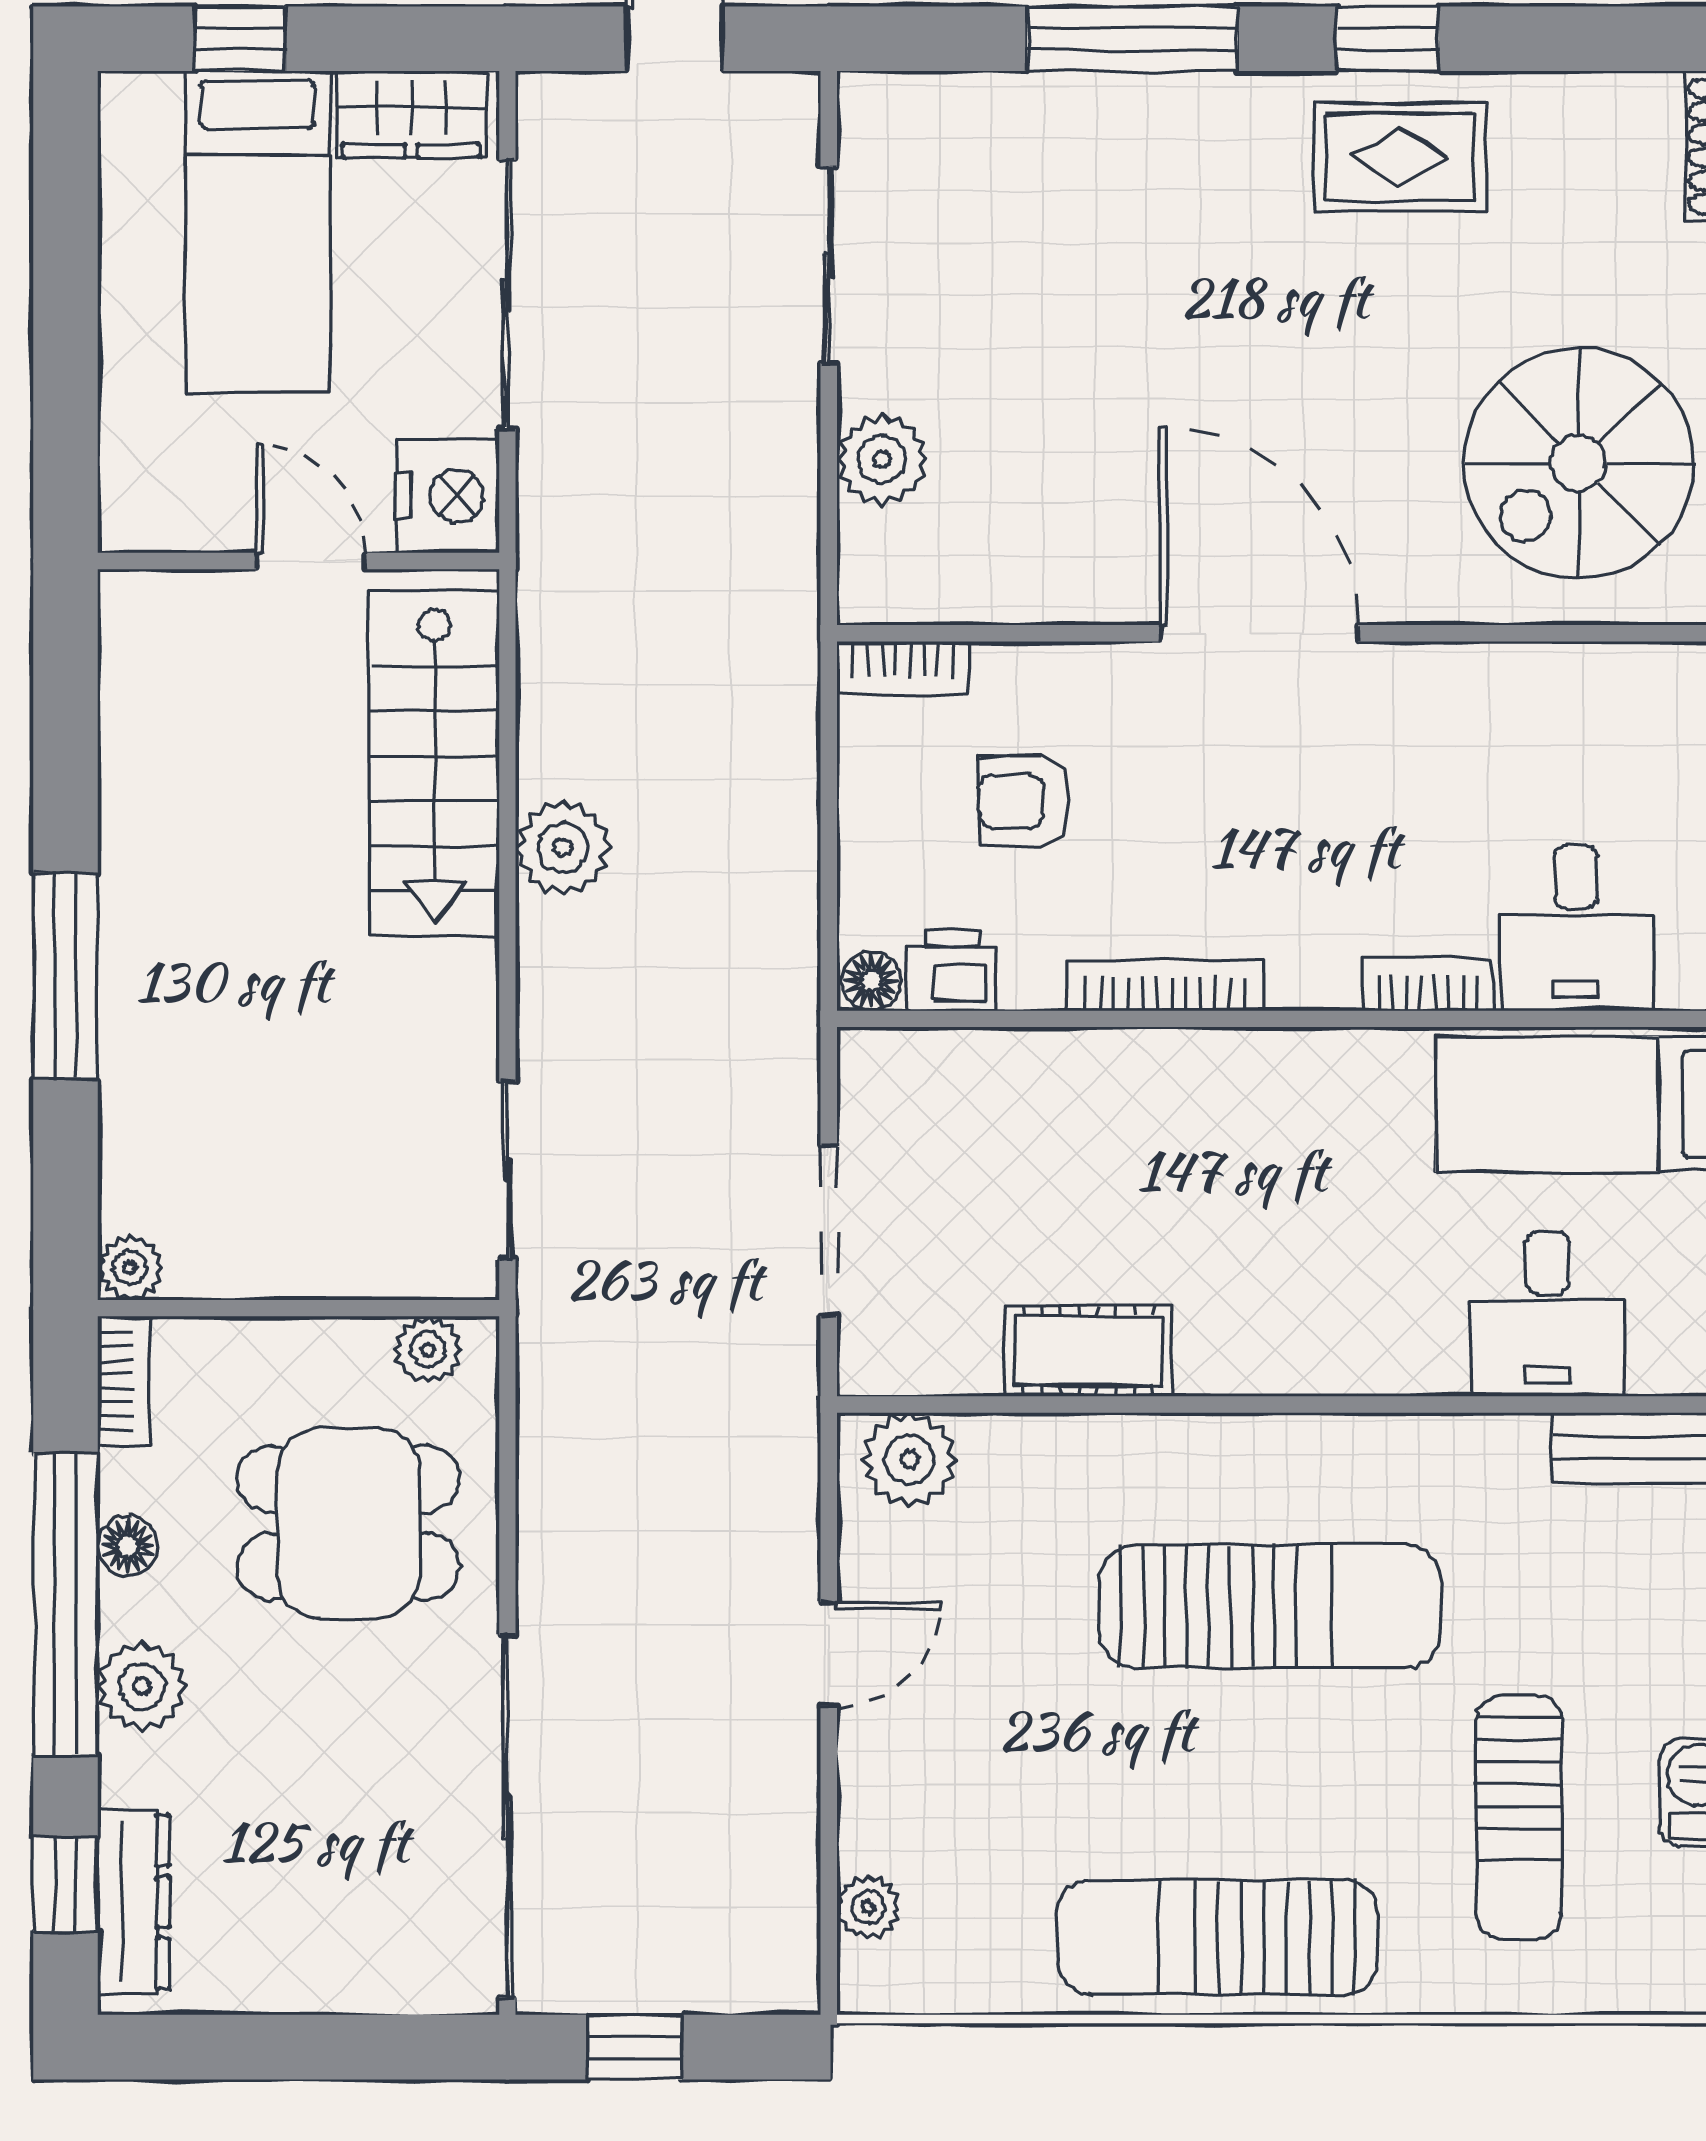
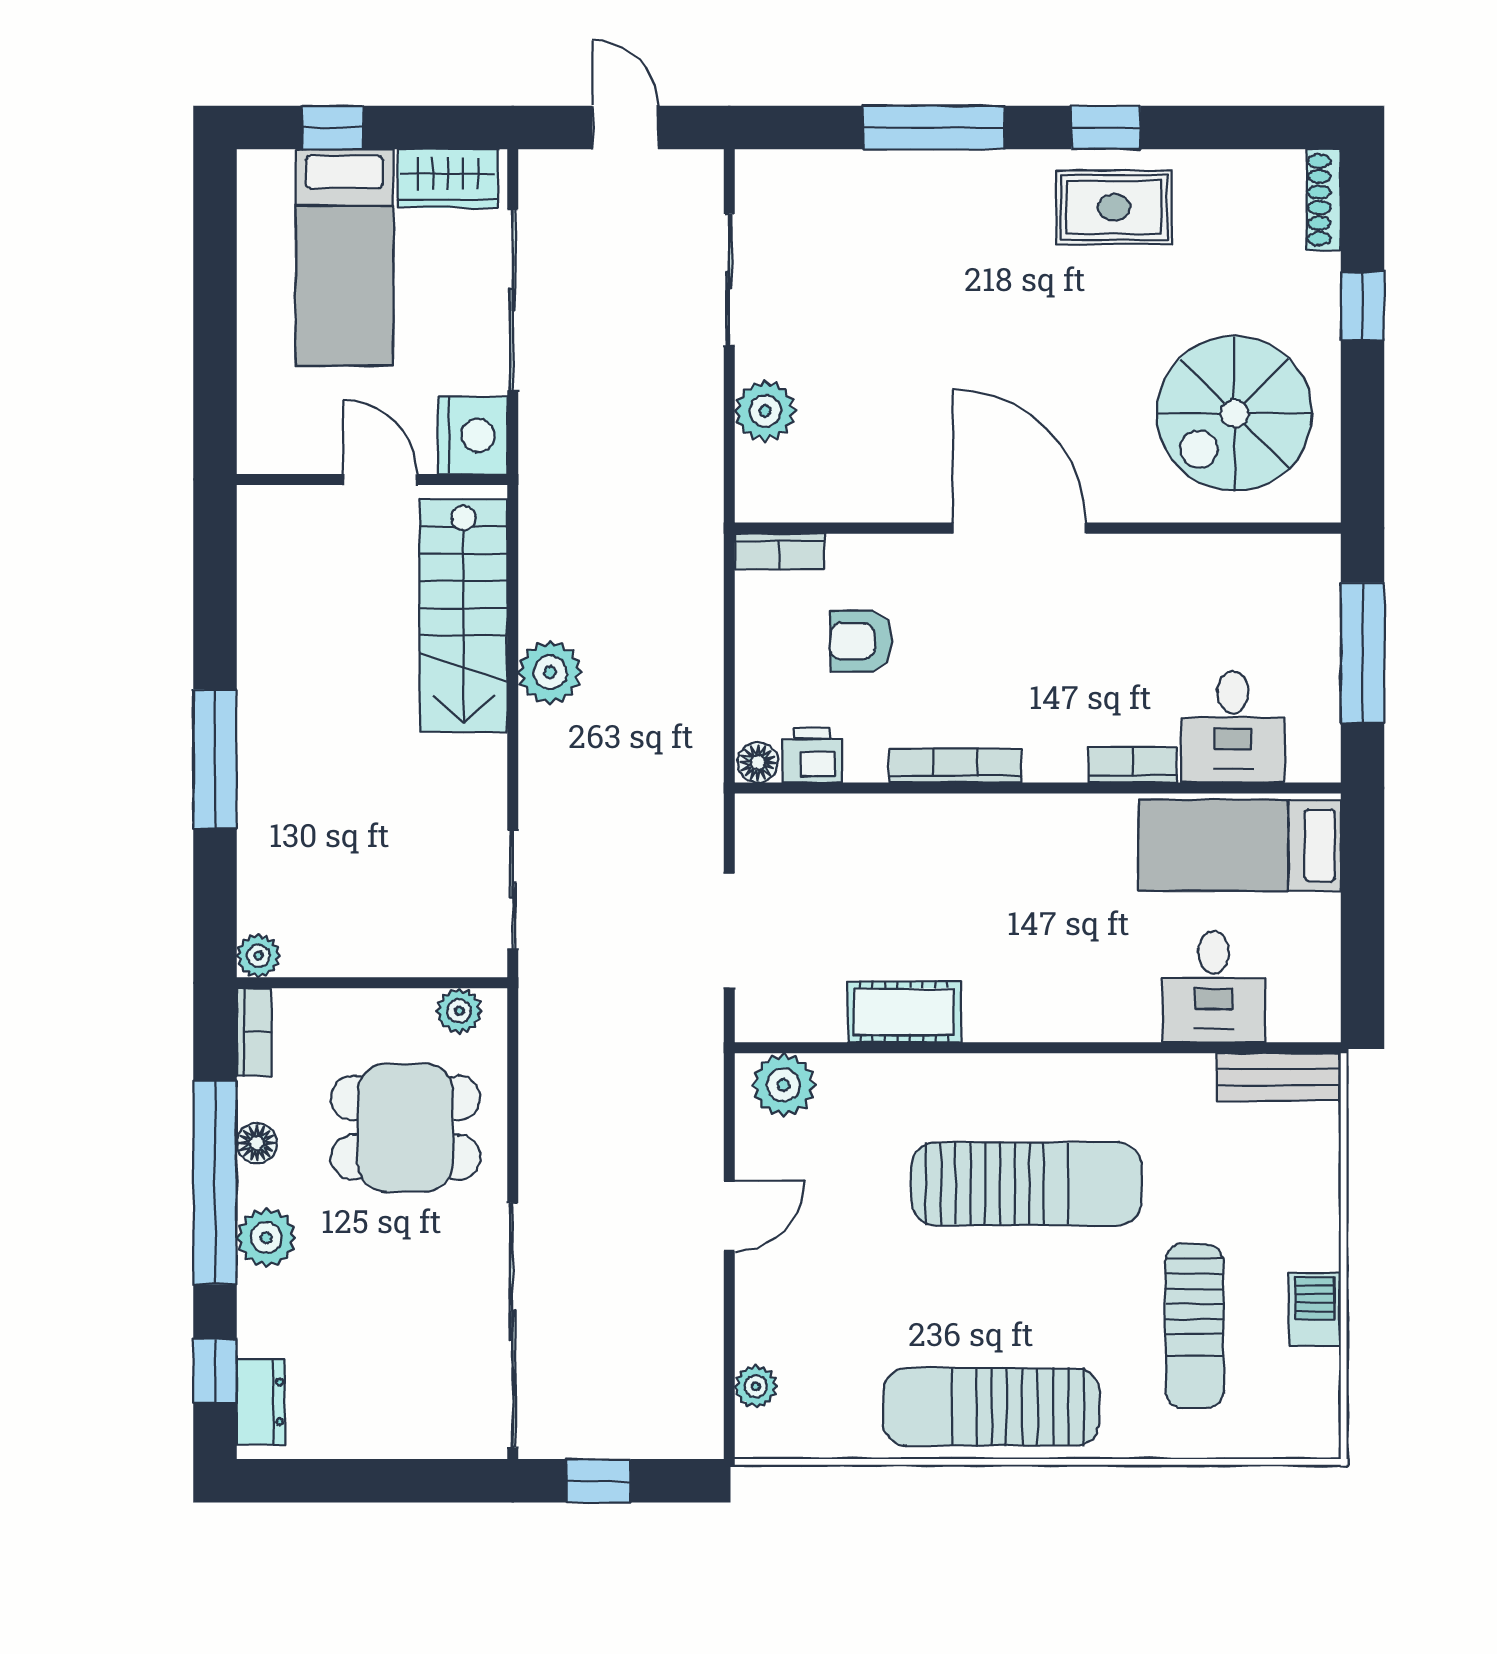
dresser: (134, 1902) -> (261, 1402), width x0.70

